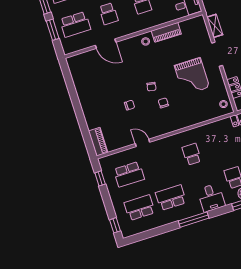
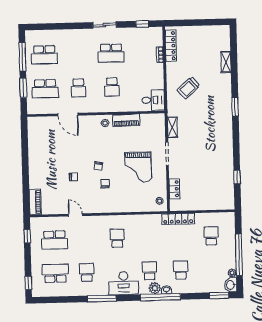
school desk: (171, 198) -> (87, 272), width x0.54
desk: (211, 198) -> (124, 283), width x1.37

